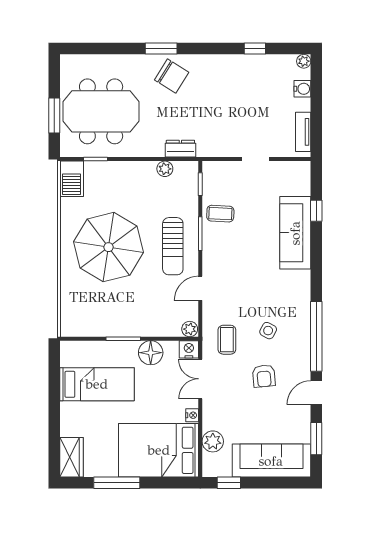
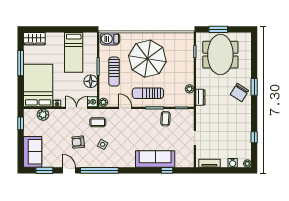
barbecue: (72, 179) -> (110, 39), moved
sun lounger: (133, 309) -> (114, 72), added
sofa: (271, 461) -> (33, 152), width x0.73

